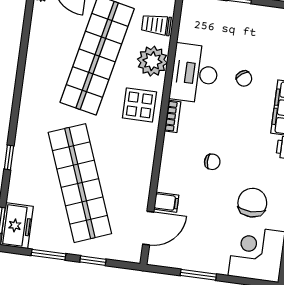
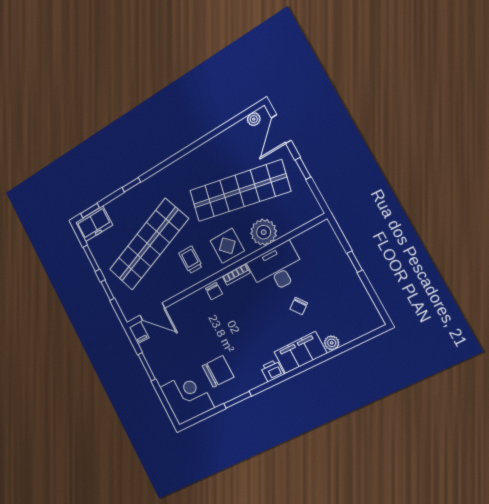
trolley: (156, 25) -> (191, 260), moved
chair: (212, 162) -> (214, 291), moved
filing cabinet: (166, 202) -> (139, 333), moved

